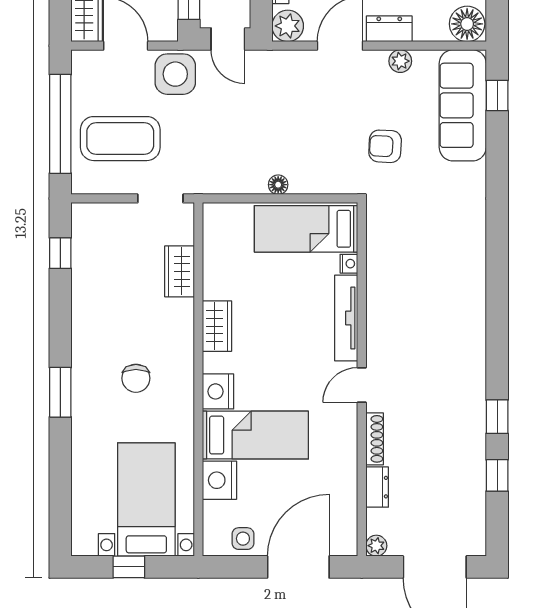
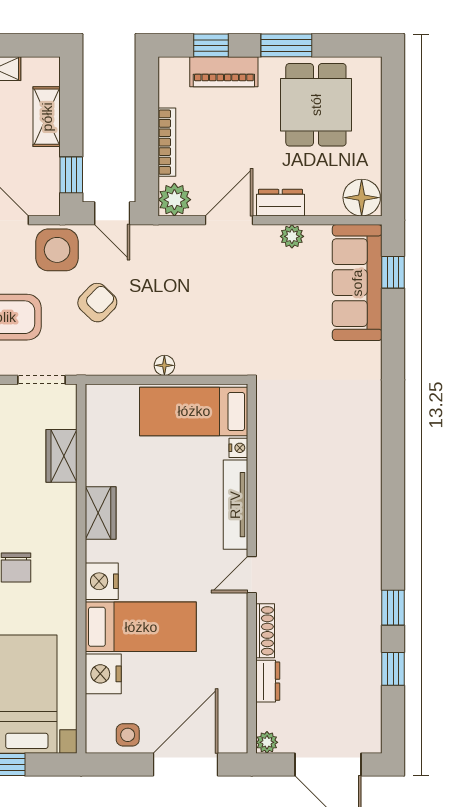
armchair: (385, 146) -> (97, 303), moved, turned 131

